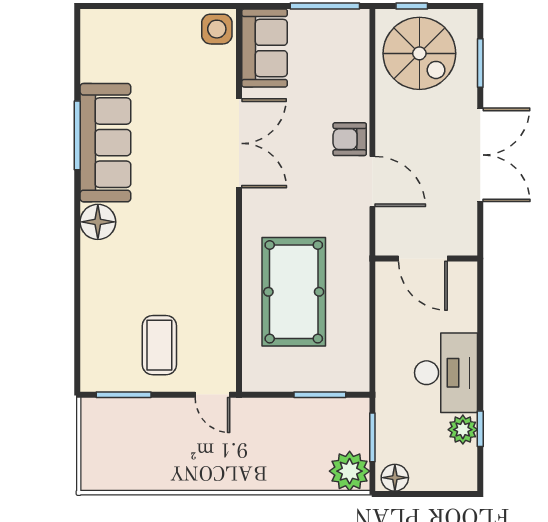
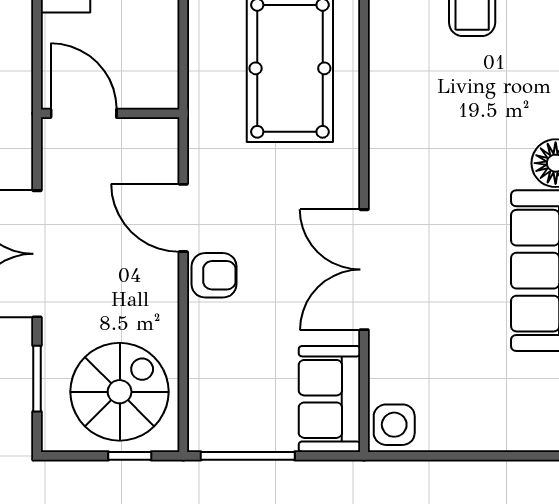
spiral stairs: (419, 53) -> (120, 392), turned 90
door: (423, 259) -> (84, 113), moved

